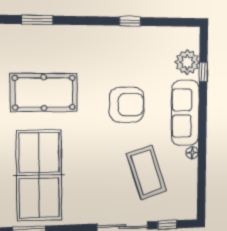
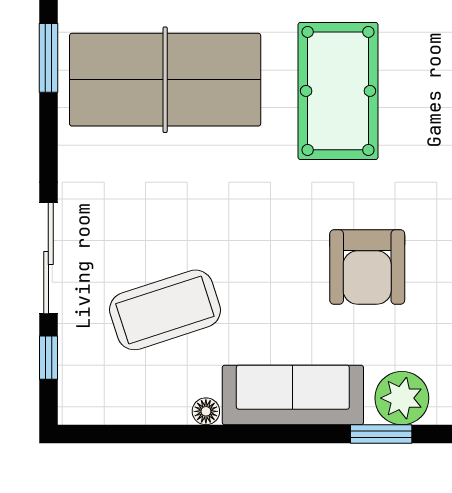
window: (203, 72) -> (381, 434), width x1.50
armchair: (127, 105) -> (367, 267), moved

